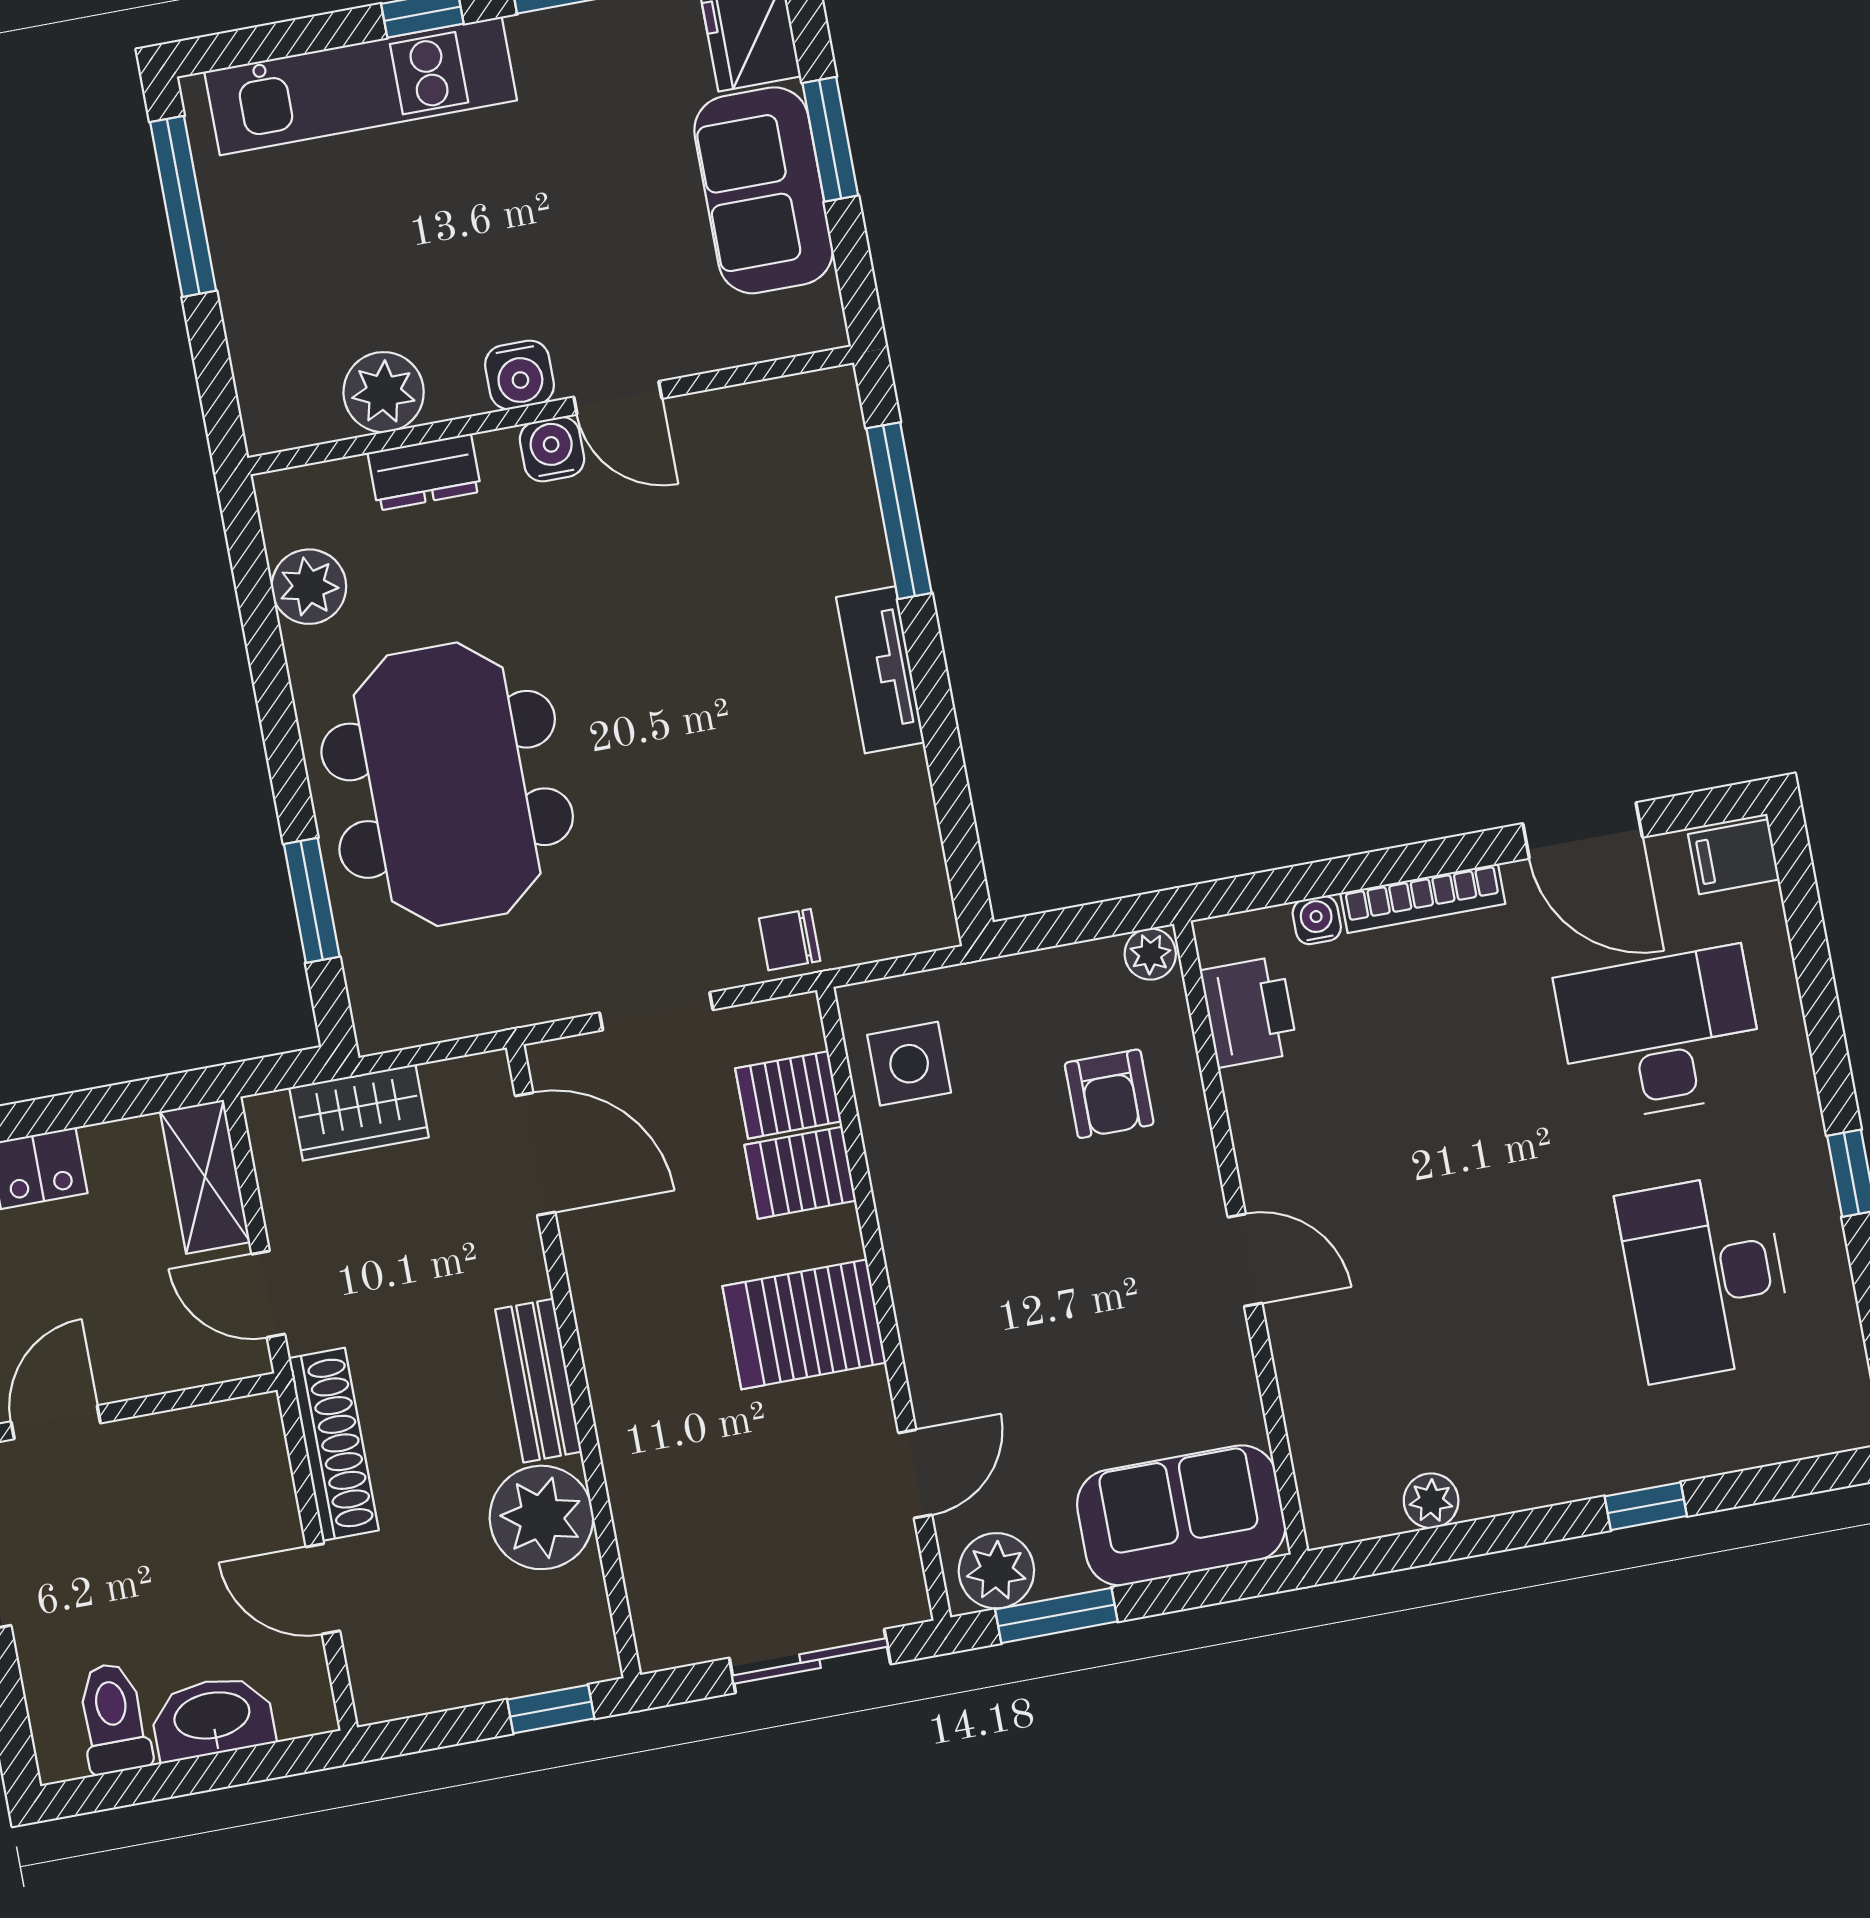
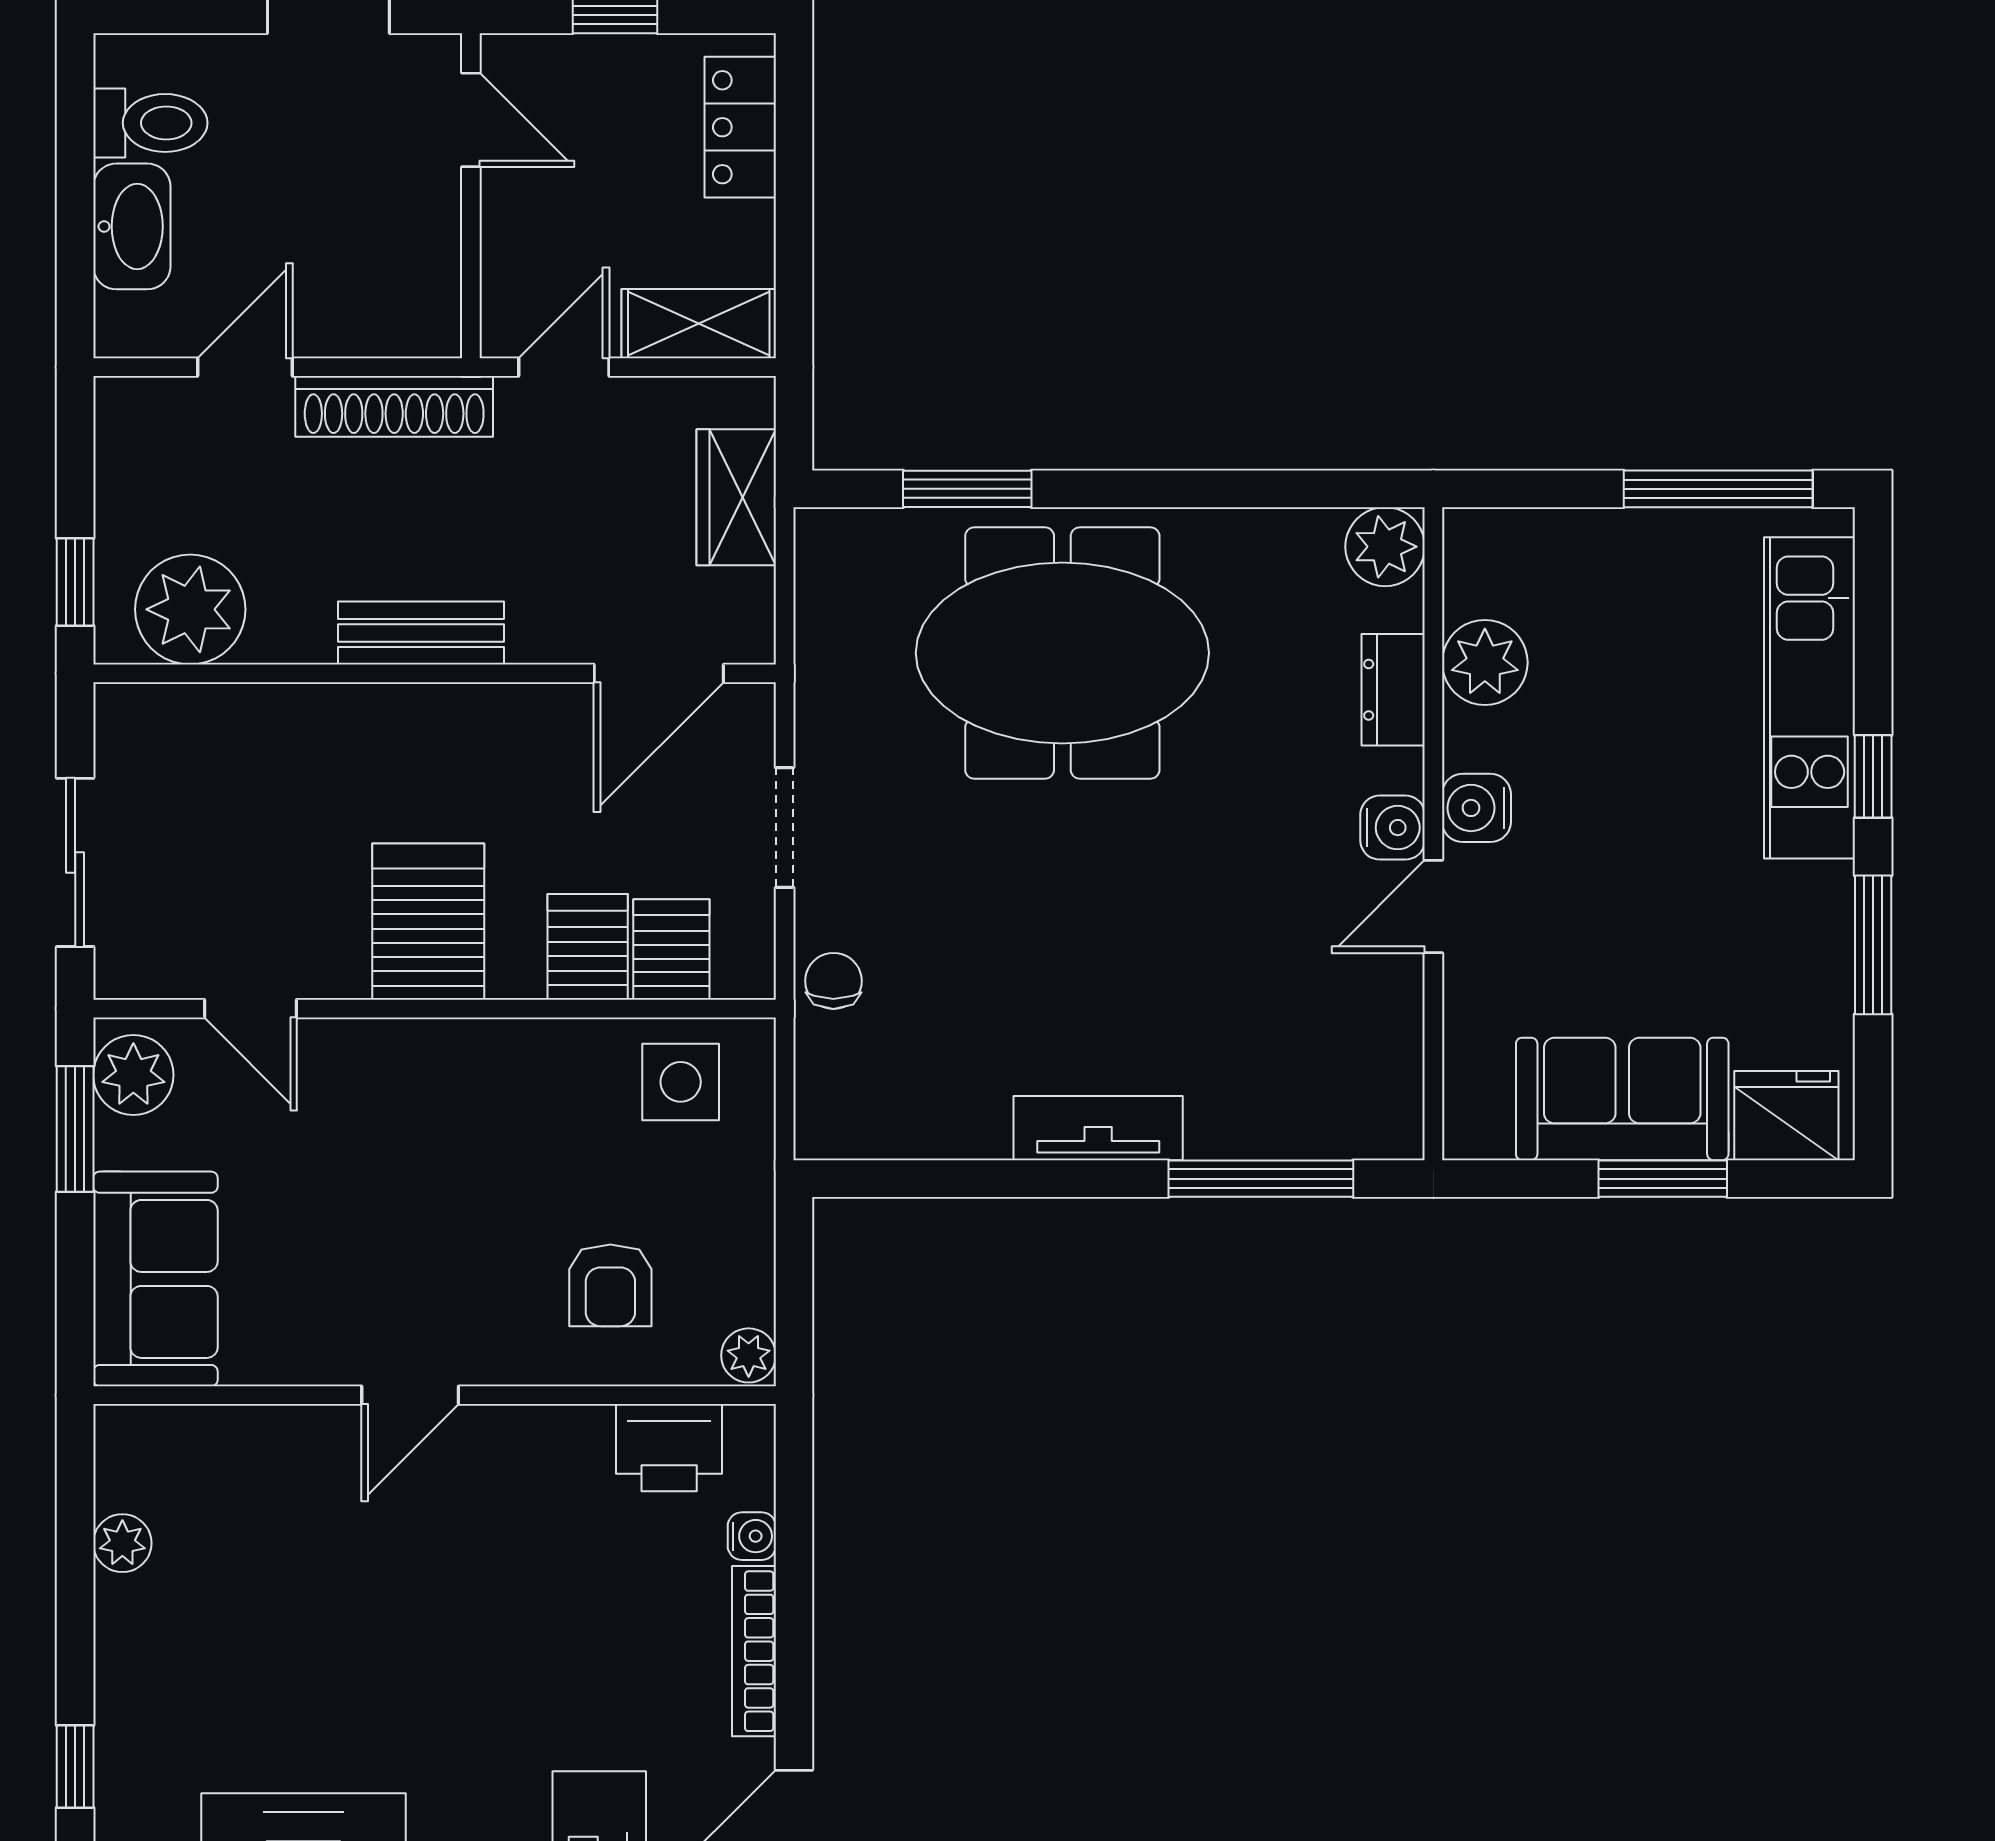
plant: (309, 587) -> (1385, 547), moved
armchair: (1109, 1094) -> (610, 1285), turned -90
plant: (541, 1517) -> (190, 609), moved

